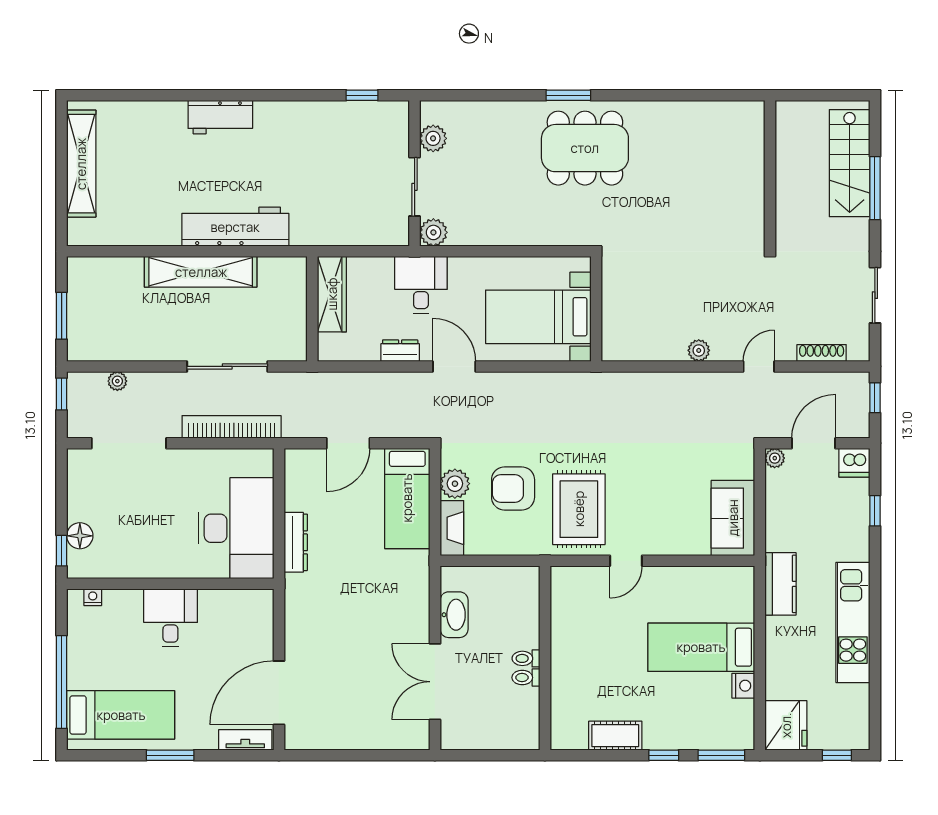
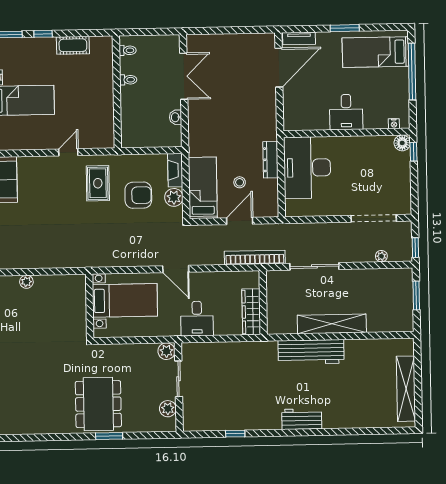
workbench: (220, 117) -> (302, 419), moved
plant: (433, 138) -> (168, 409), moved
dining table: (585, 148) -> (98, 404), turned 90
wall: (415, 173) -> (179, 387), moved
sliding door: (415, 187) -> (179, 379), moved
plant: (433, 232) -> (166, 351), moved
dresser: (400, 351) -> (209, 278), removed
bookcase: (232, 427) -> (255, 258), moved, turned 180
stool: (347, 506) -> (240, 182), added
rug: (579, 509) -> (98, 183), width x0.73, depth x0.70
floor lamp: (80, 536) -> (402, 143), moved
washbasin: (454, 615) -> (175, 117), width x0.52, depth x0.69
toilet: (526, 658) -> (128, 50), moved

